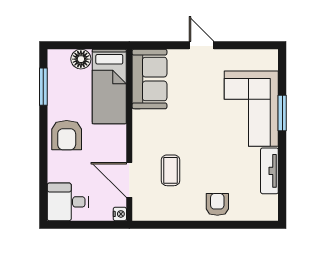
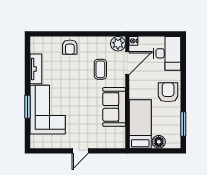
door: (201, 45) -> (80, 151), hinge flipped
sofa: (149, 79) -> (114, 107), moved
door: (129, 180) -> (127, 63), hinge flipped
desk: (68, 202) -> (167, 53), width x1.37
plant: (143, 210) -> (118, 44), added

